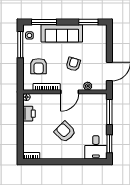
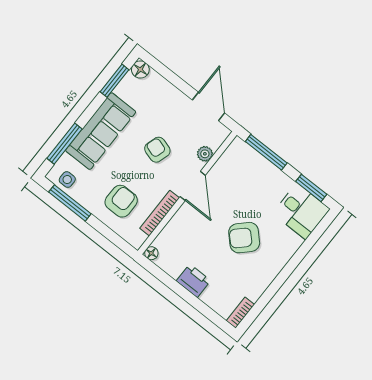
floor lamp: (102, 29) -> (140, 70), added
armchair: (39, 66) -> (121, 201), turned -90
printer: (29, 114) -> (193, 281), moved

